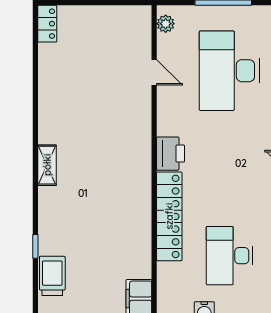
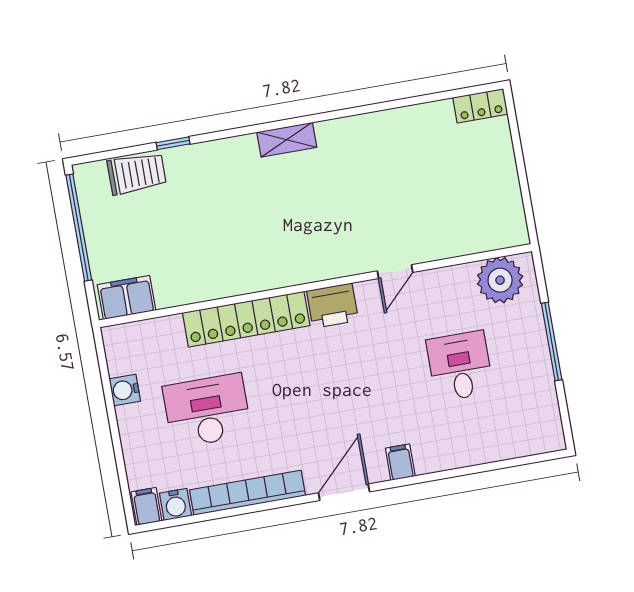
plant: (166, 24) -> (500, 280), width x1.87, depth x1.87
desk: (229, 71) -> (460, 366), width x0.53, depth x0.77
door: (154, 72) -> (395, 272), moved

